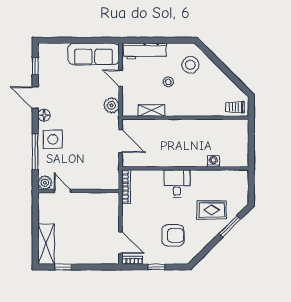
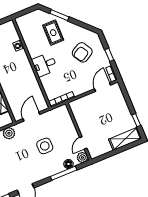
floor lamp: (44, 115) -> (68, 164), moved
side table: (53, 139) -> (45, 146), moved
armchair: (173, 235) -> (82, 52), turned -120

